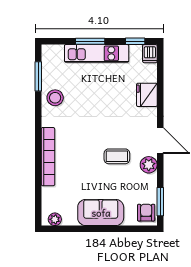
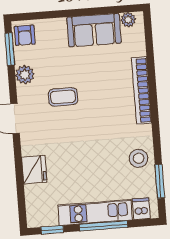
window: (90, 41) -> (104, 226), width x1.44
dishwasher: (150, 54) -> (141, 209), moved
plant: (149, 165) -> (25, 75), moved
sofa: (101, 213) -> (94, 30), moved

